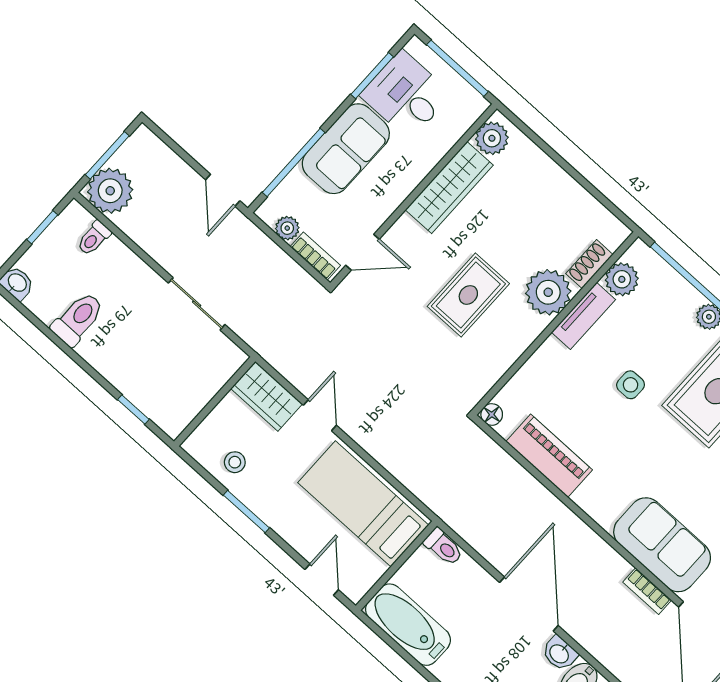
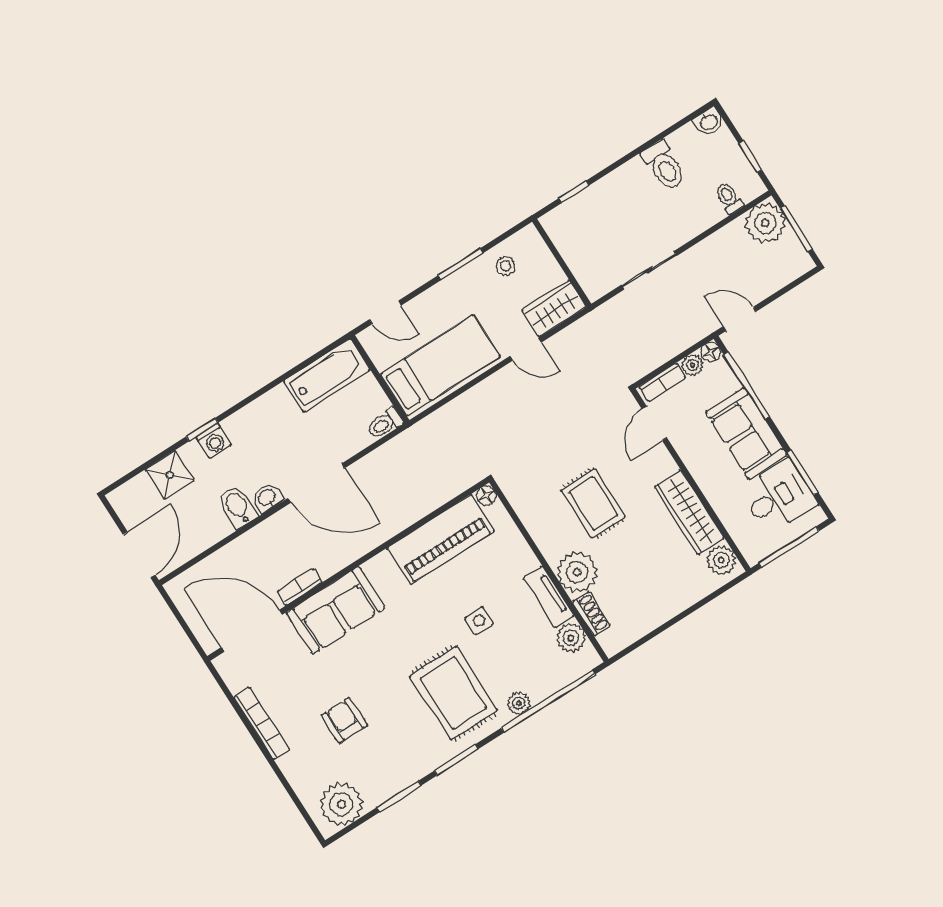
floor lamp: (268, 212) -> (711, 352), added
piano: (549, 456) -> (441, 539), width x1.37, depth x1.33

